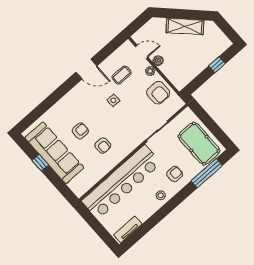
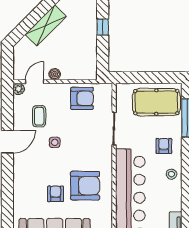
plant: (150, 71) -> (19, 89), moved
armchair: (103, 146) -> (85, 186), width x1.88, depth x1.88

